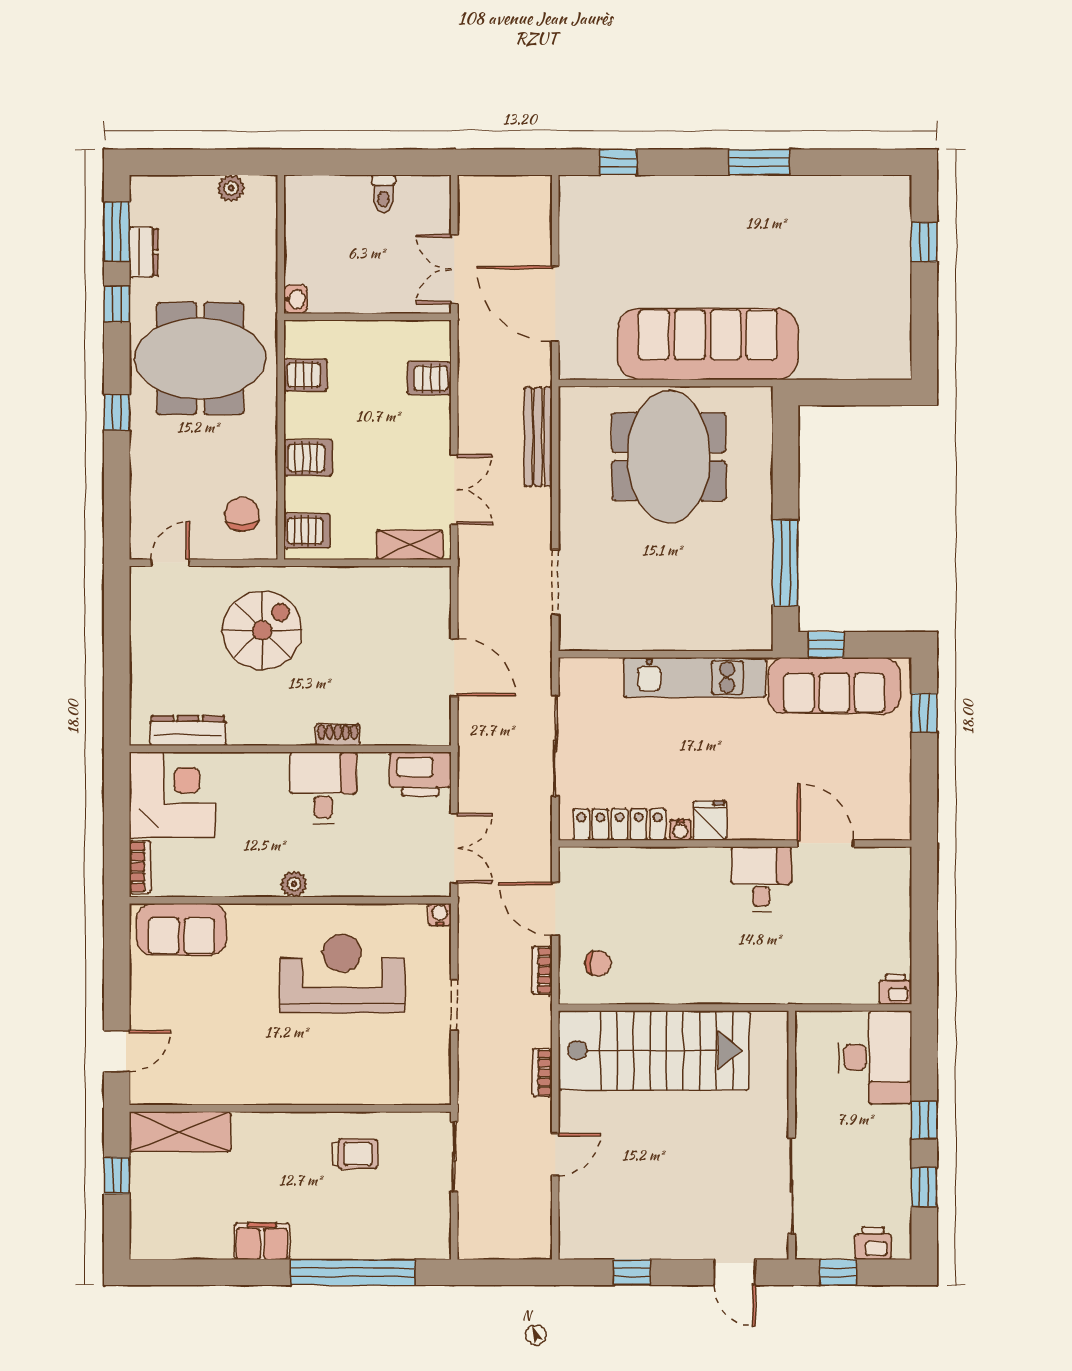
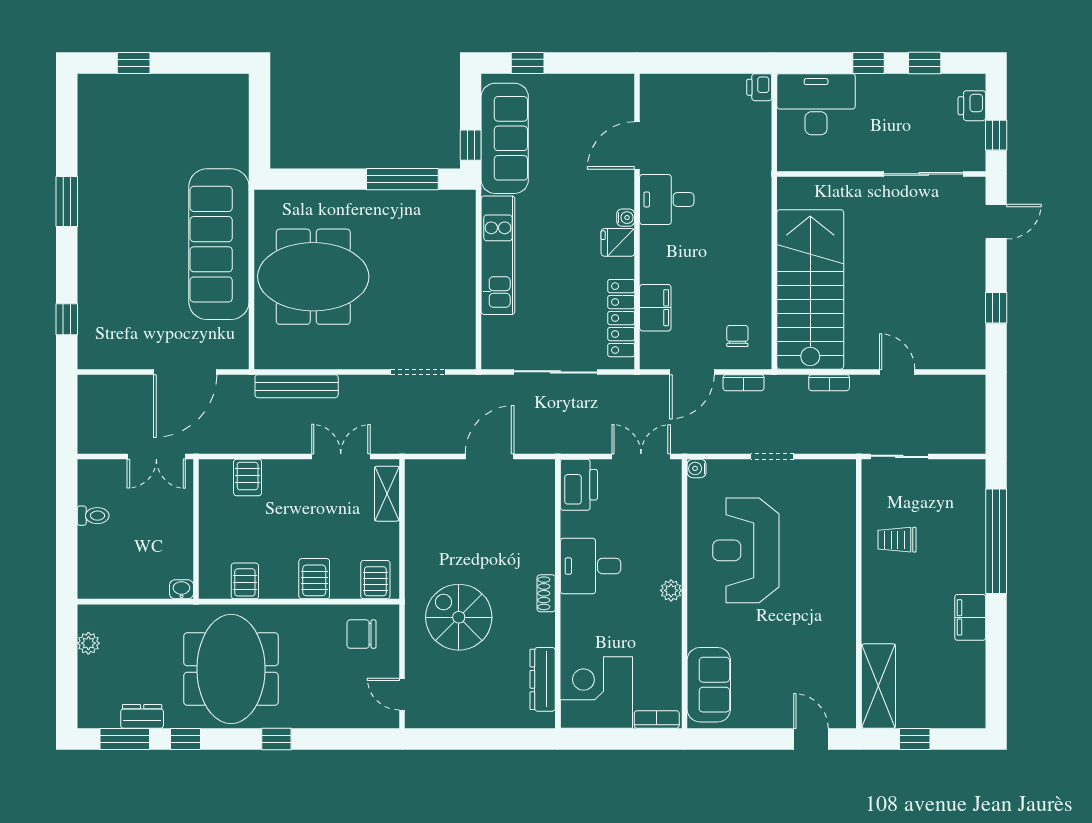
shoe rack: (338, 735) -> (546, 593), moved
water cooler: (680, 830) -> (626, 218), moved
filing cabinet: (632, 865) -> (655, 308), added
trolley: (355, 1154) -> (897, 540), turned -90

